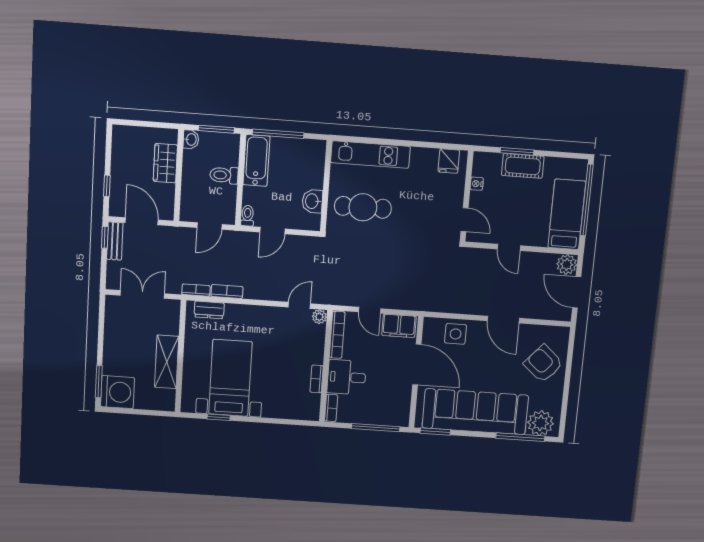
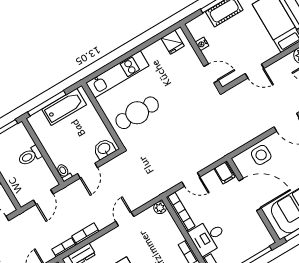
bathtub: (256, 161) -> (64, 107), moved, turned 90
washbasin: (312, 201) -> (104, 149), moved, turned 90
door: (299, 305) -> (125, 219), moved
filing cabinet: (399, 326) -> (224, 173), width x0.50

